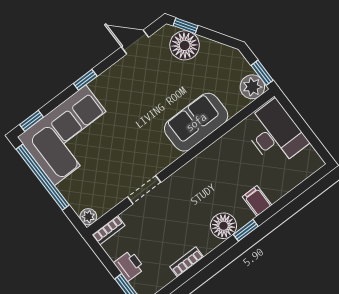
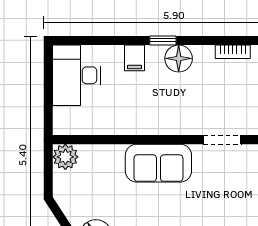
window: (262, 73) -> (48, 162), removed
sofa: (196, 122) -> (158, 163), moved
desk: (275, 134) -> (77, 75), moved

